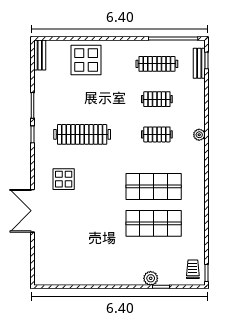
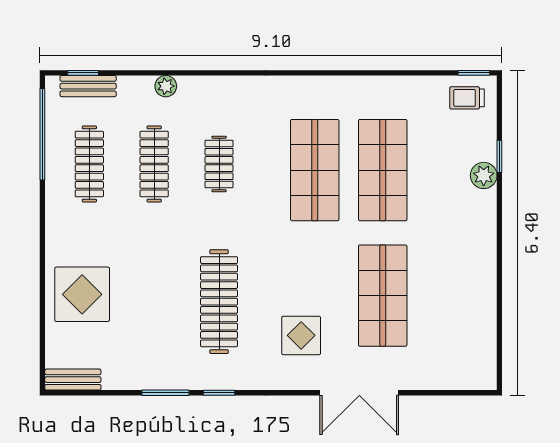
clothes rail: (157, 99) -> (154, 164), width x1.36
plant: (199, 135) -> (166, 86), moved
shop shelf: (85, 223) -> (383, 296), added

